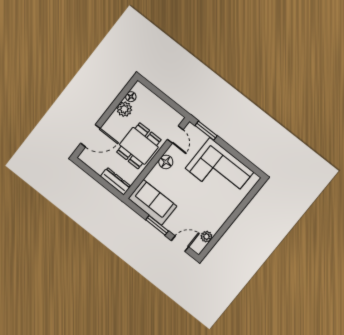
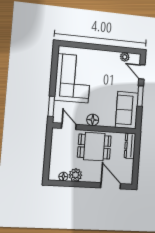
door: (175, 134) -> (69, 126), hinge flipped

